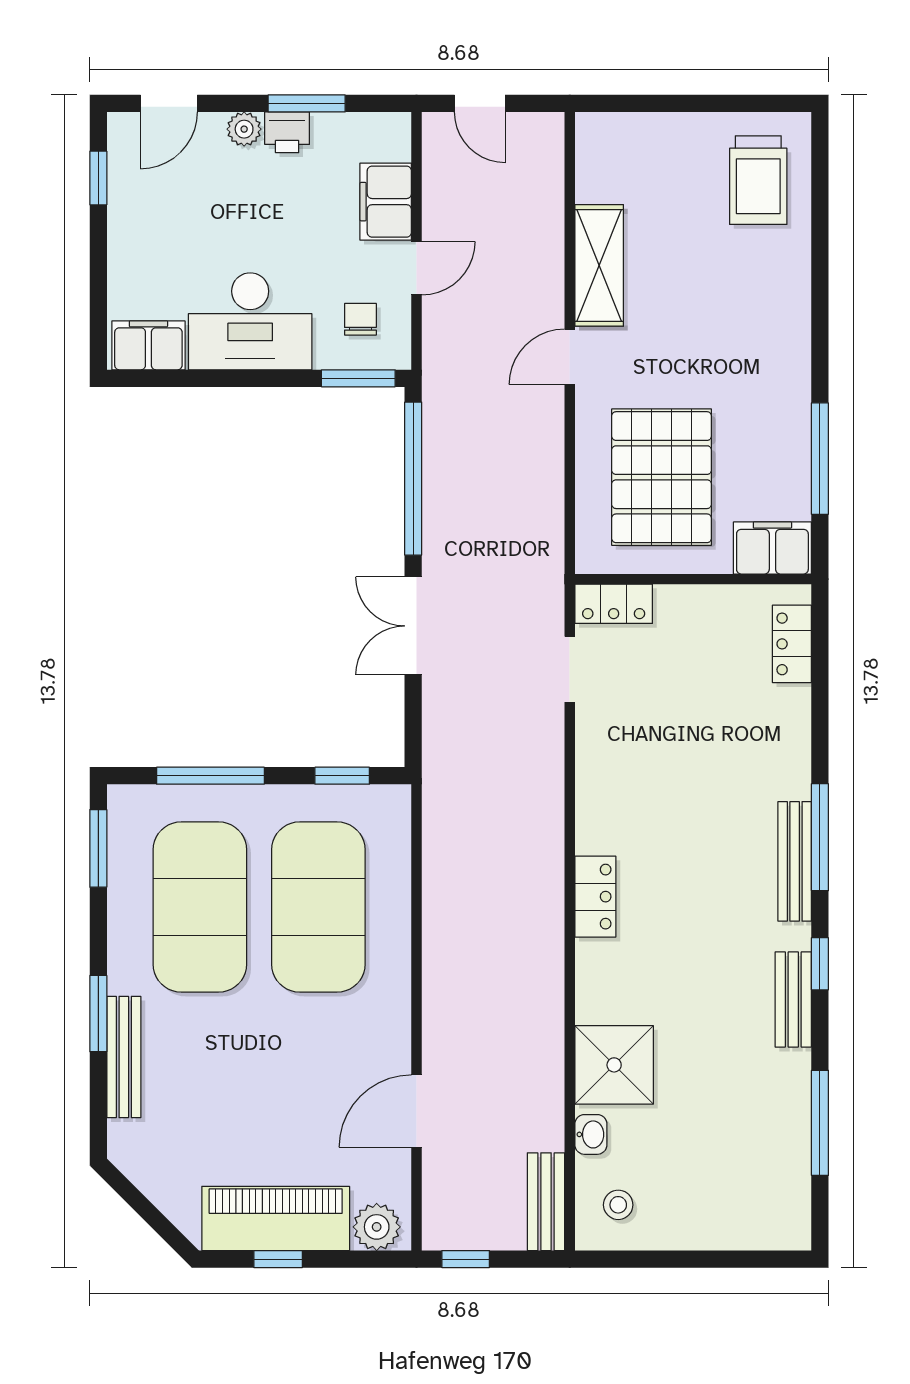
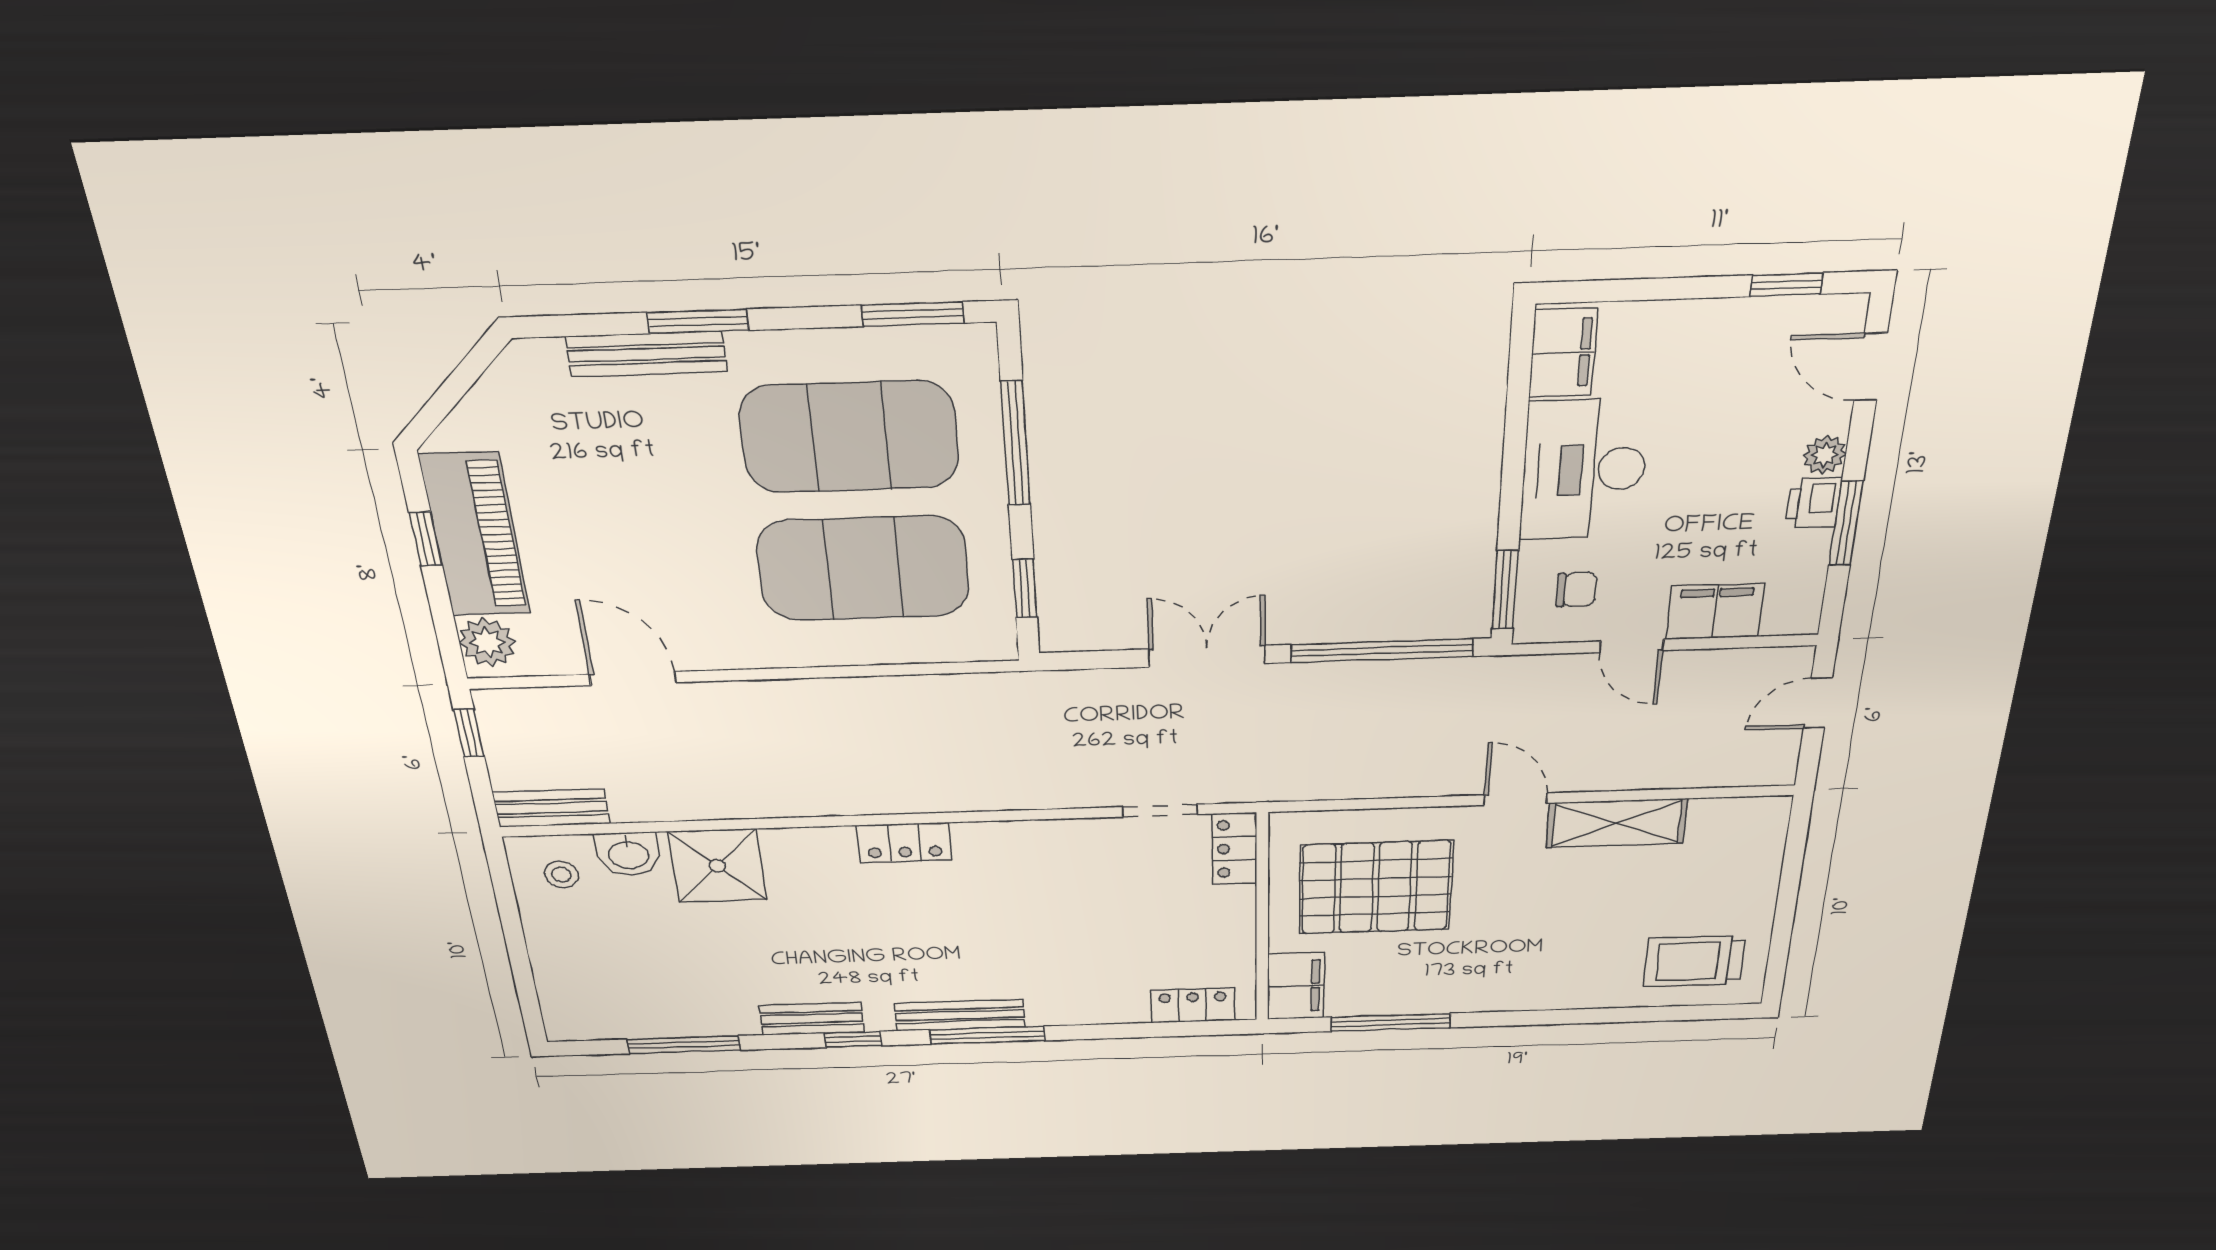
washbasin: (591, 1134) -> (628, 854), width x1.38, depth x1.45

